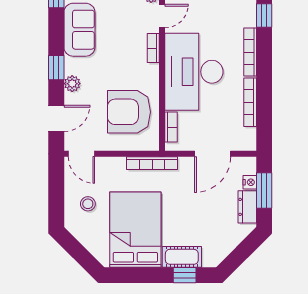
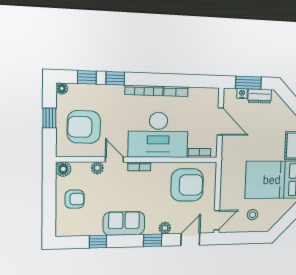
bookcase: (250, 102) -> (176, 91), width x0.64
armchair: (129, 112) -> (187, 185), turned -90
door: (56, 118) -> (190, 239), hinge flipped
bookcase: (152, 163) -> (225, 167), removed

